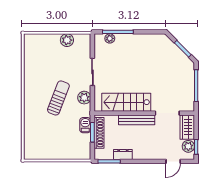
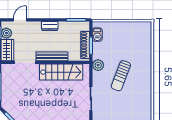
plant: (84, 98) -> (98, 65), moved
barbecue: (85, 125) -> (97, 35), moved
dresser: (123, 154) -> (50, 26), moved

